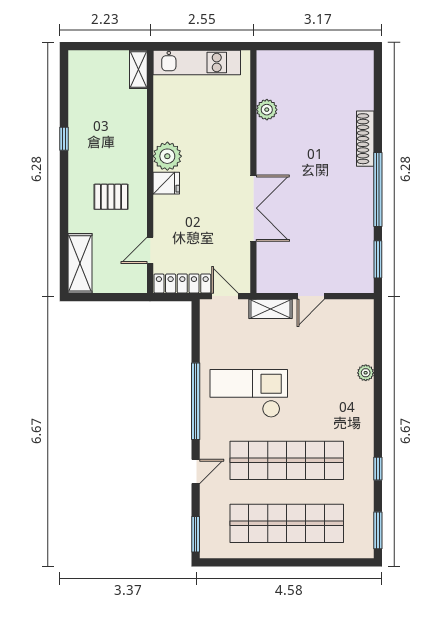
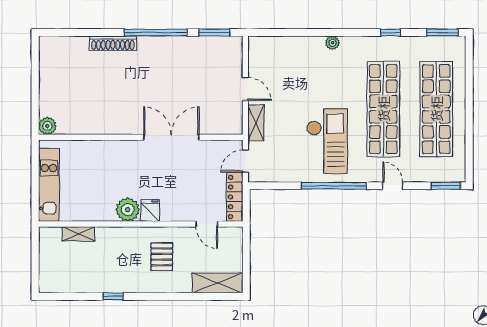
shelving: (138, 69) -> (78, 234), moved
plant: (267, 110) -> (47, 126), moved
plant: (366, 373) -> (332, 43), moved
checkout: (249, 393) -> (327, 141), turned 180

